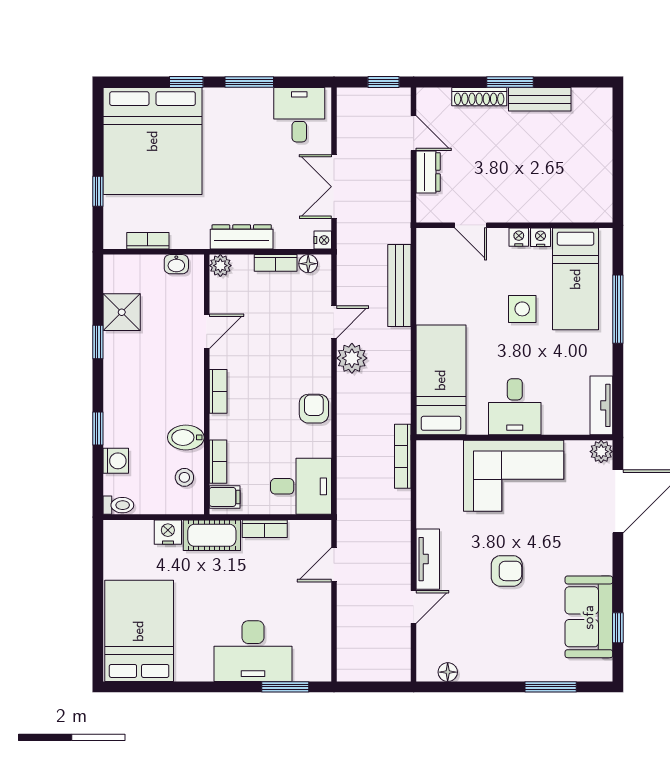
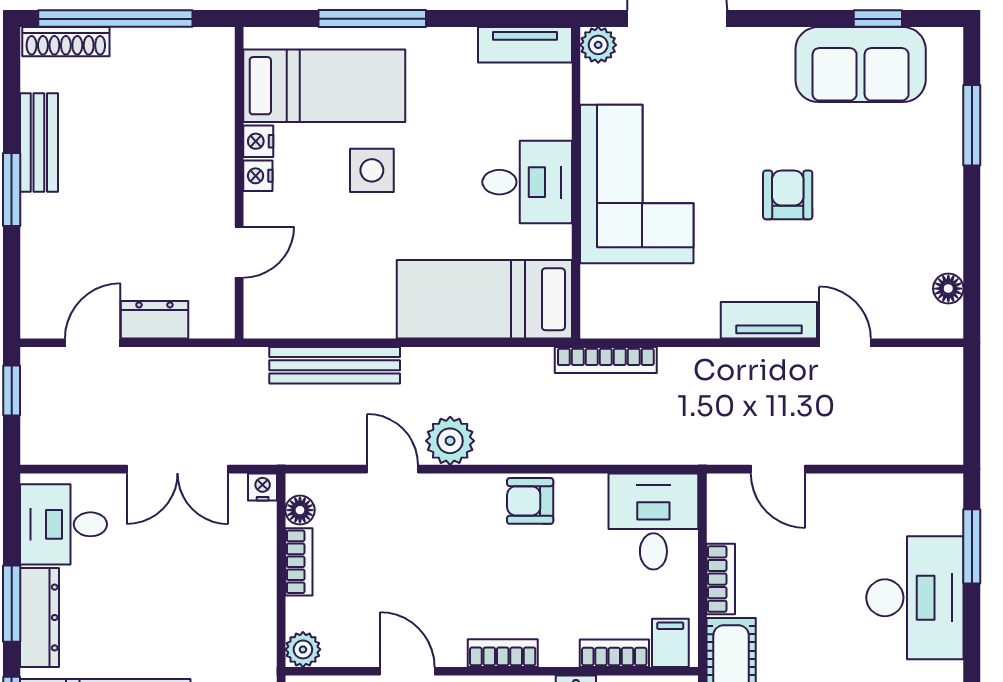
shoe rack: (479, 97) -> (66, 42), moved, turned 90
window: (618, 147) -> (115, 19), added
dresser: (242, 237) -> (39, 617), moved, turned 180

